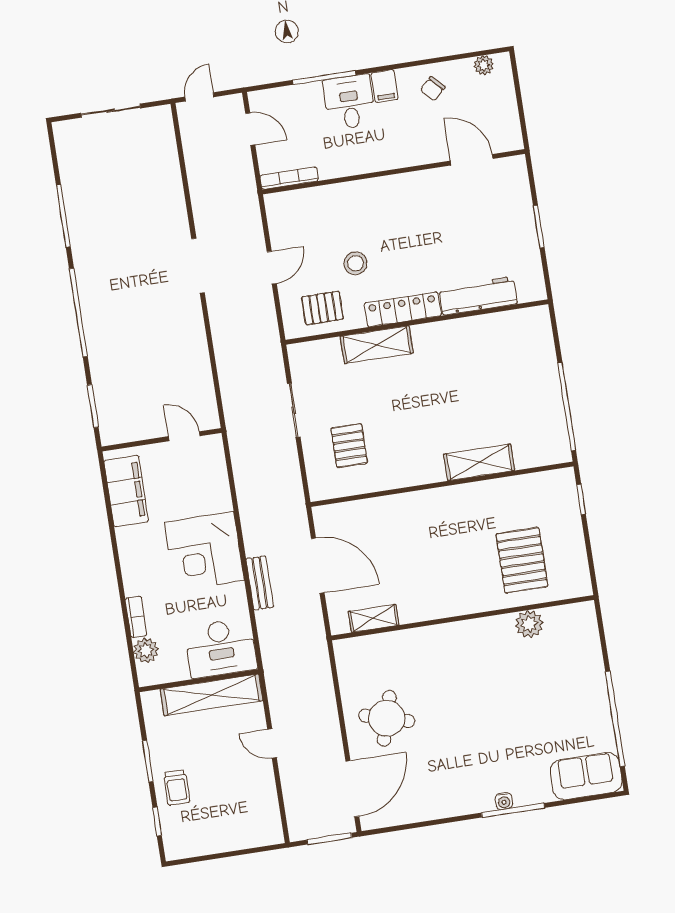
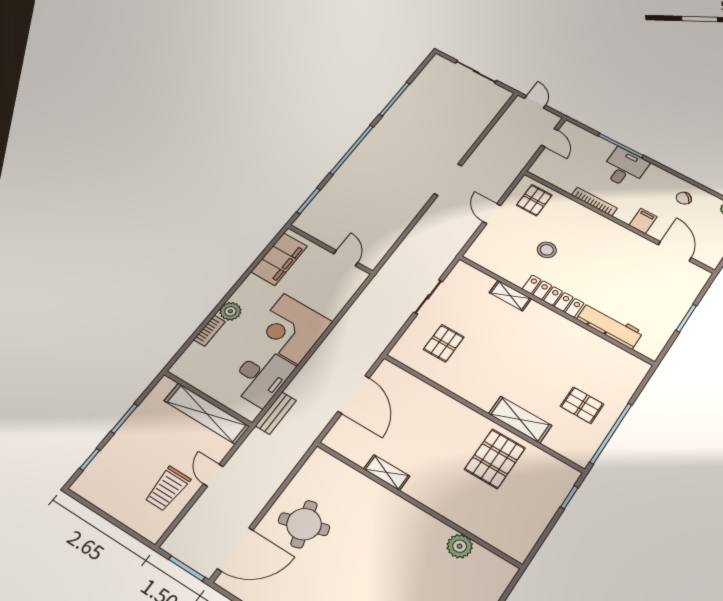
filing cabinet: (385, 86) -> (643, 221), moved, turned 180
door: (199, 97) -> (535, 102), hinge flipped
bookcase: (289, 178) -> (594, 202), moved
door: (272, 268) -> (492, 214), swing flipped
pallet: (323, 308) -> (534, 200), moved, turned 90
shelving: (377, 345) -> (510, 296), width x0.67, depth x0.75
pallet: (520, 401) -> (582, 405), added
pallet: (522, 560) -> (495, 459), moved
bench: (260, 583) -> (276, 413), moved
shelving: (374, 618) -> (387, 472), moved
desk: (221, 648) -> (261, 377), moved, turned -90
plant: (146, 650) -> (230, 311), moved
round table: (387, 718) -> (304, 524), turned -33
trolley: (177, 788) -> (168, 489), moved, width x1.36, depth x1.39

